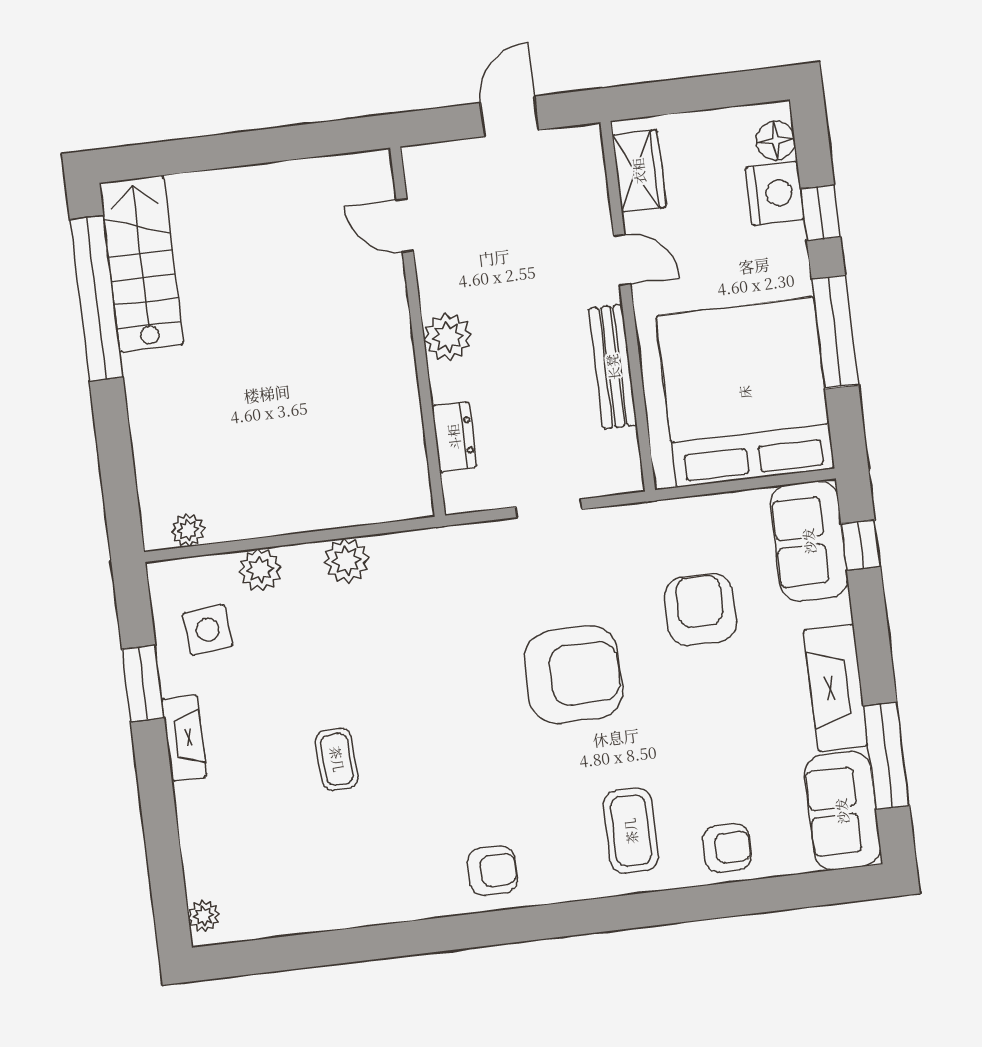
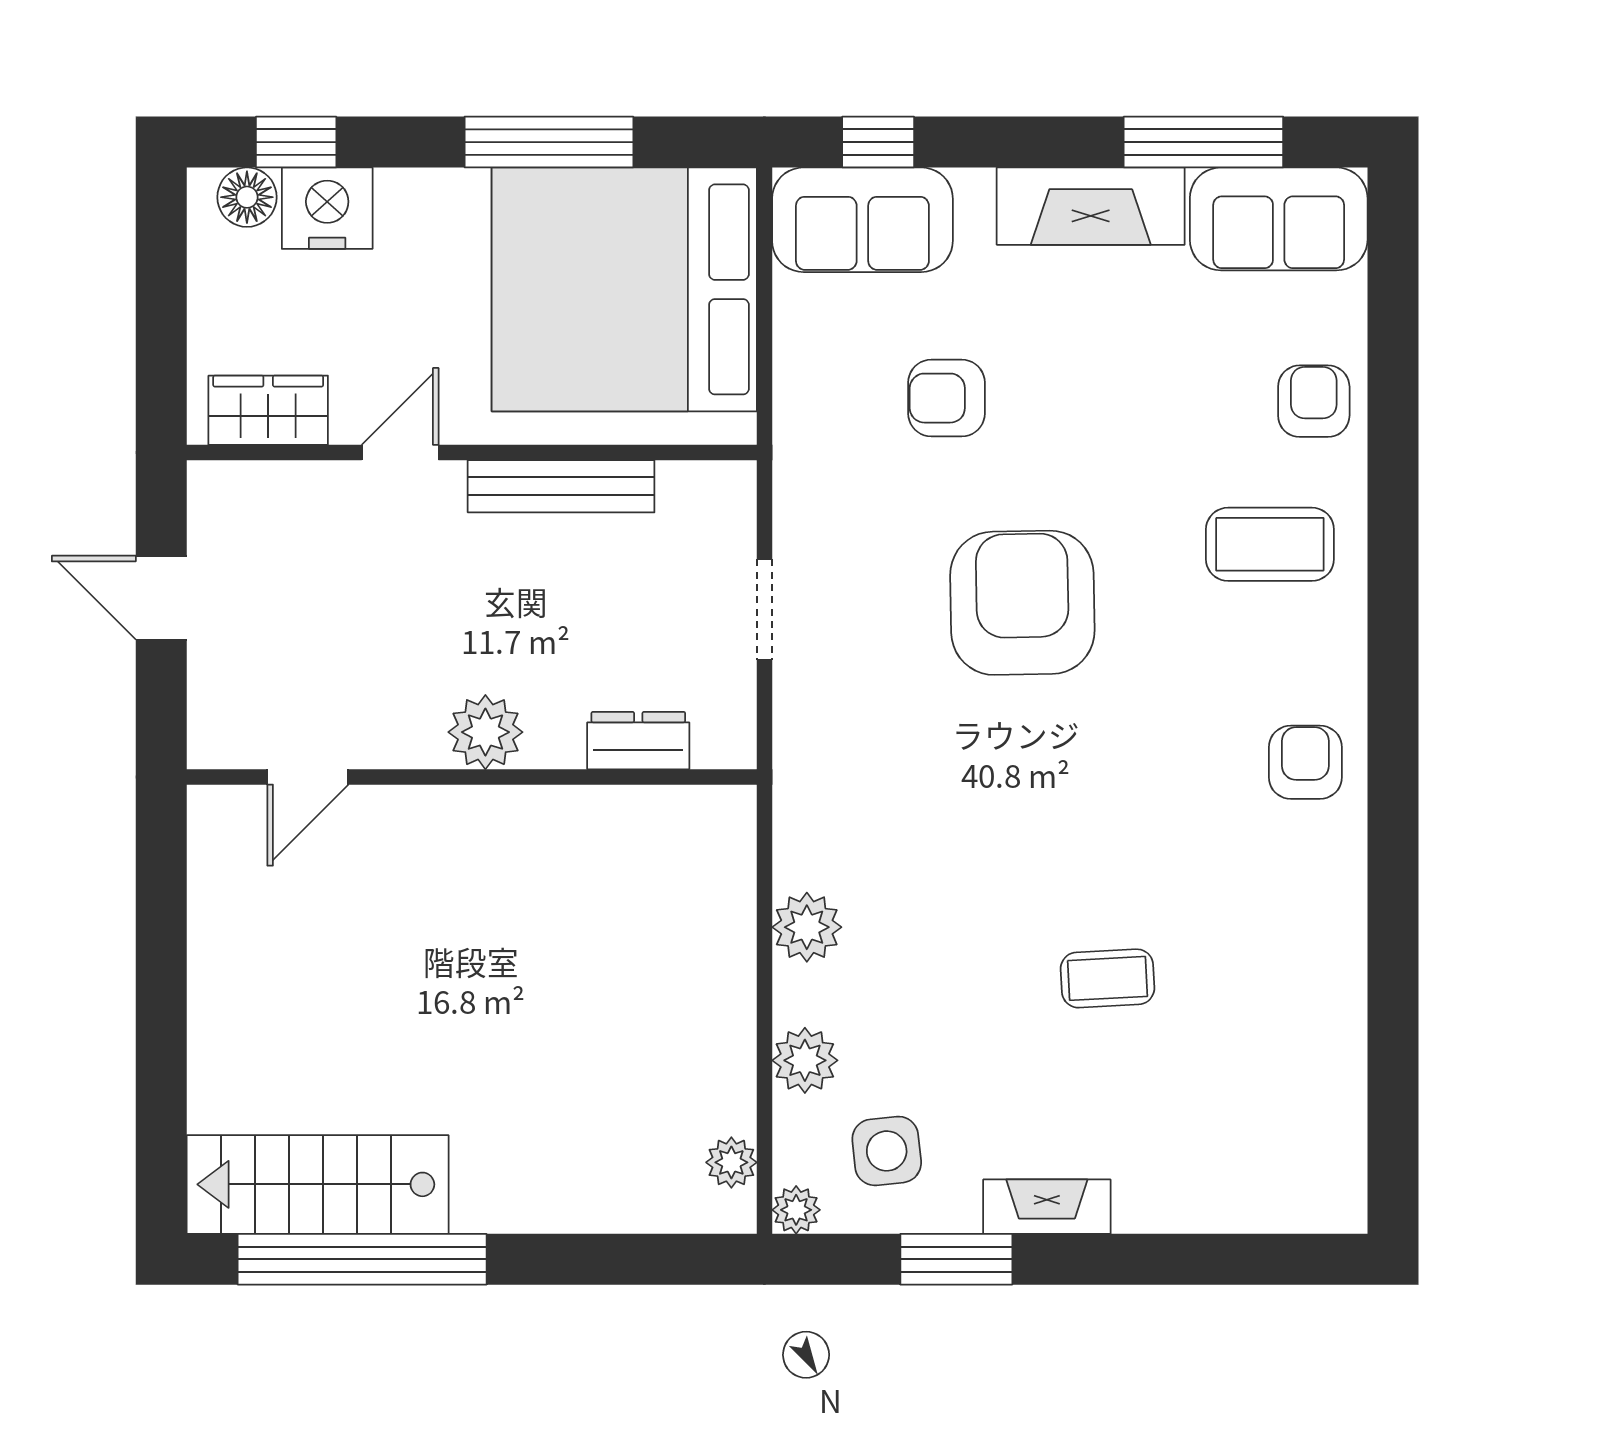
window: (821, 213) -> (296, 142), moved
armchair: (700, 610) -> (947, 398), width x0.72, depth x0.72
plant: (204, 916) -> (796, 1210), moved

